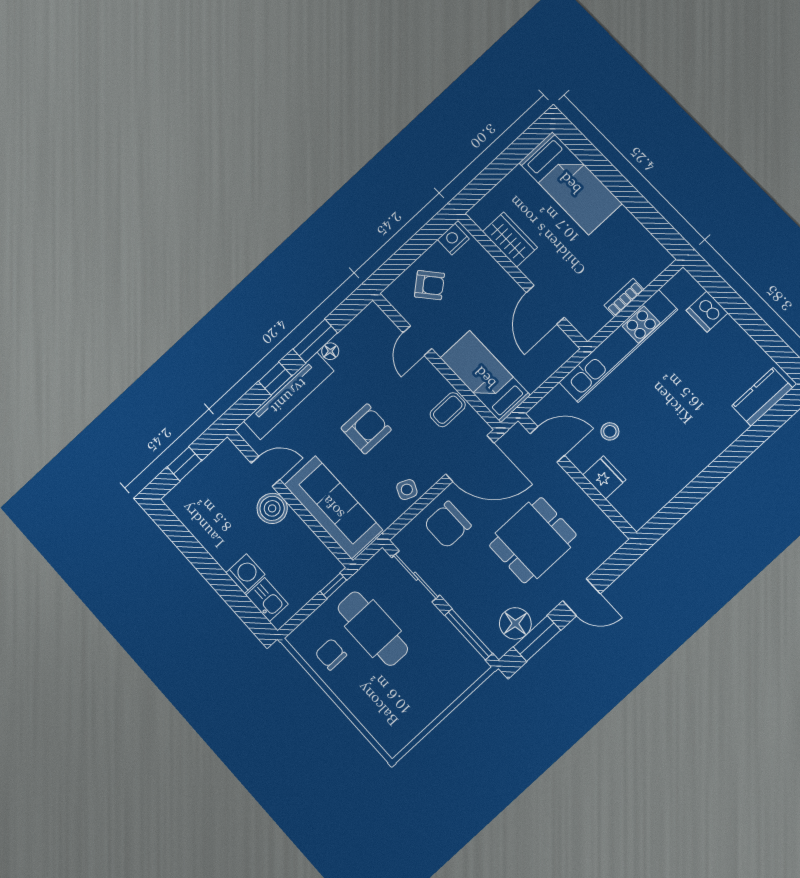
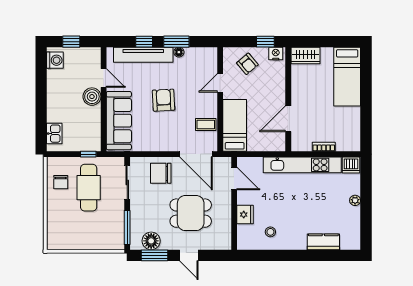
window: (426, 237) -> (265, 42), added
wardrobe: (510, 240) -> (305, 56), moved, turned 90
dishwasher: (707, 312) -> (351, 165), moved, turned -90
plant: (729, 327) -> (355, 200), added
kitchen counter: (762, 397) -> (323, 242), moved
armchair: (366, 429) -> (164, 100), turned -93
stool: (610, 431) -> (270, 232), moved
side table: (407, 490) -> (157, 142), removed
washing machine: (245, 574) -> (55, 60), moved
chair: (331, 654) -> (61, 182), turned 180

